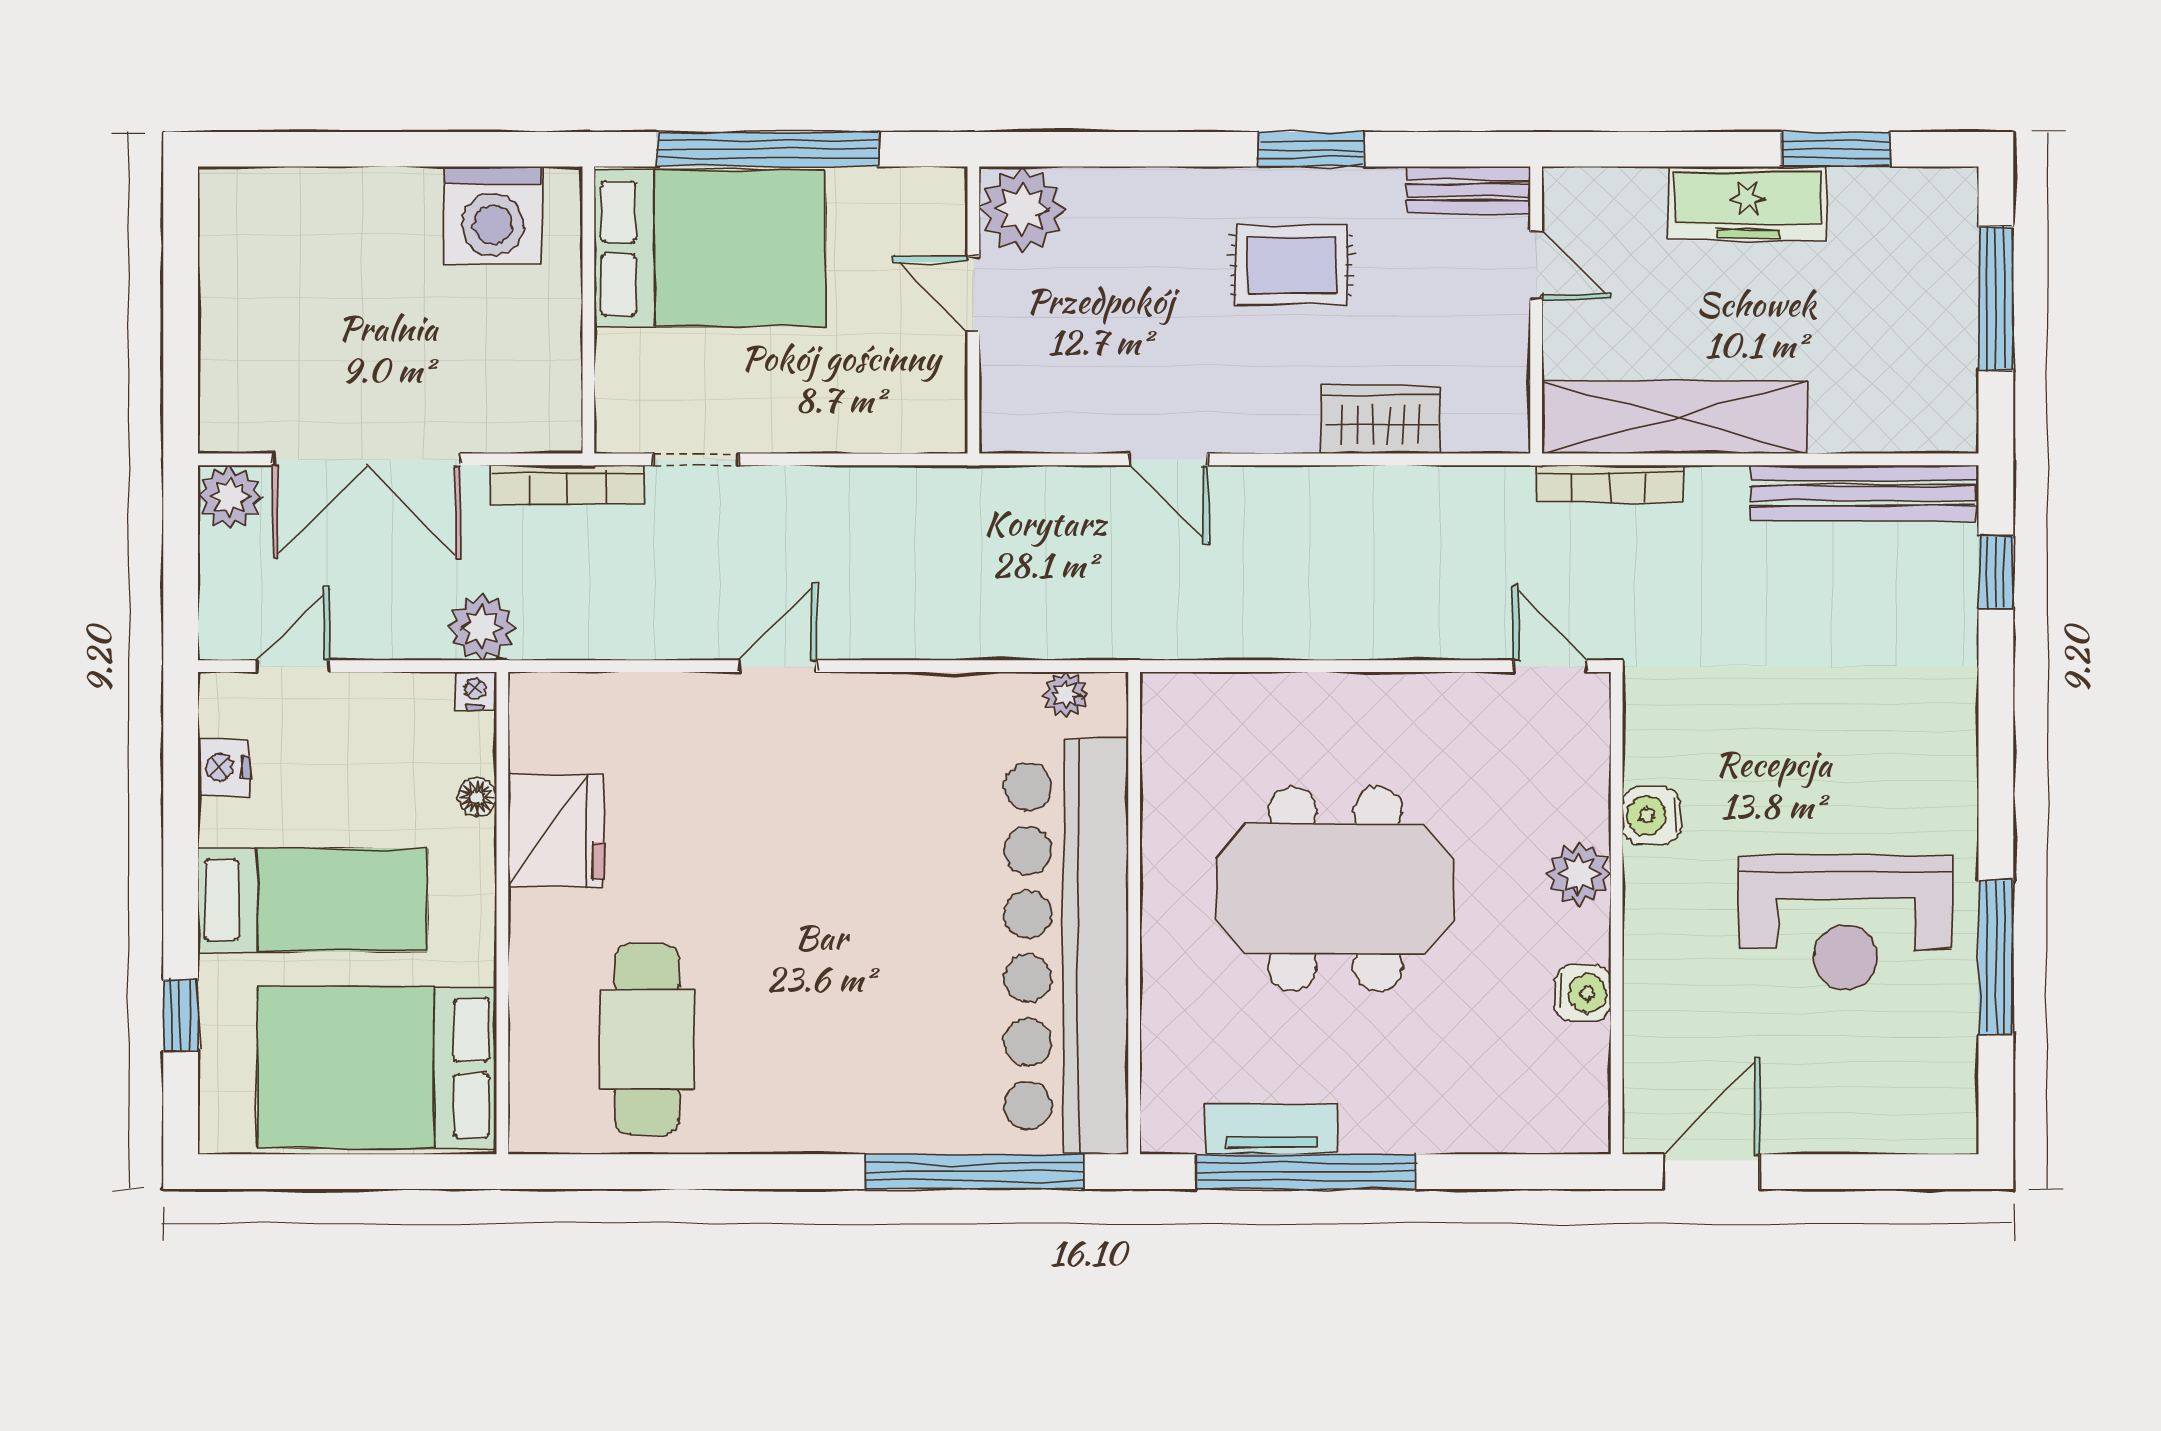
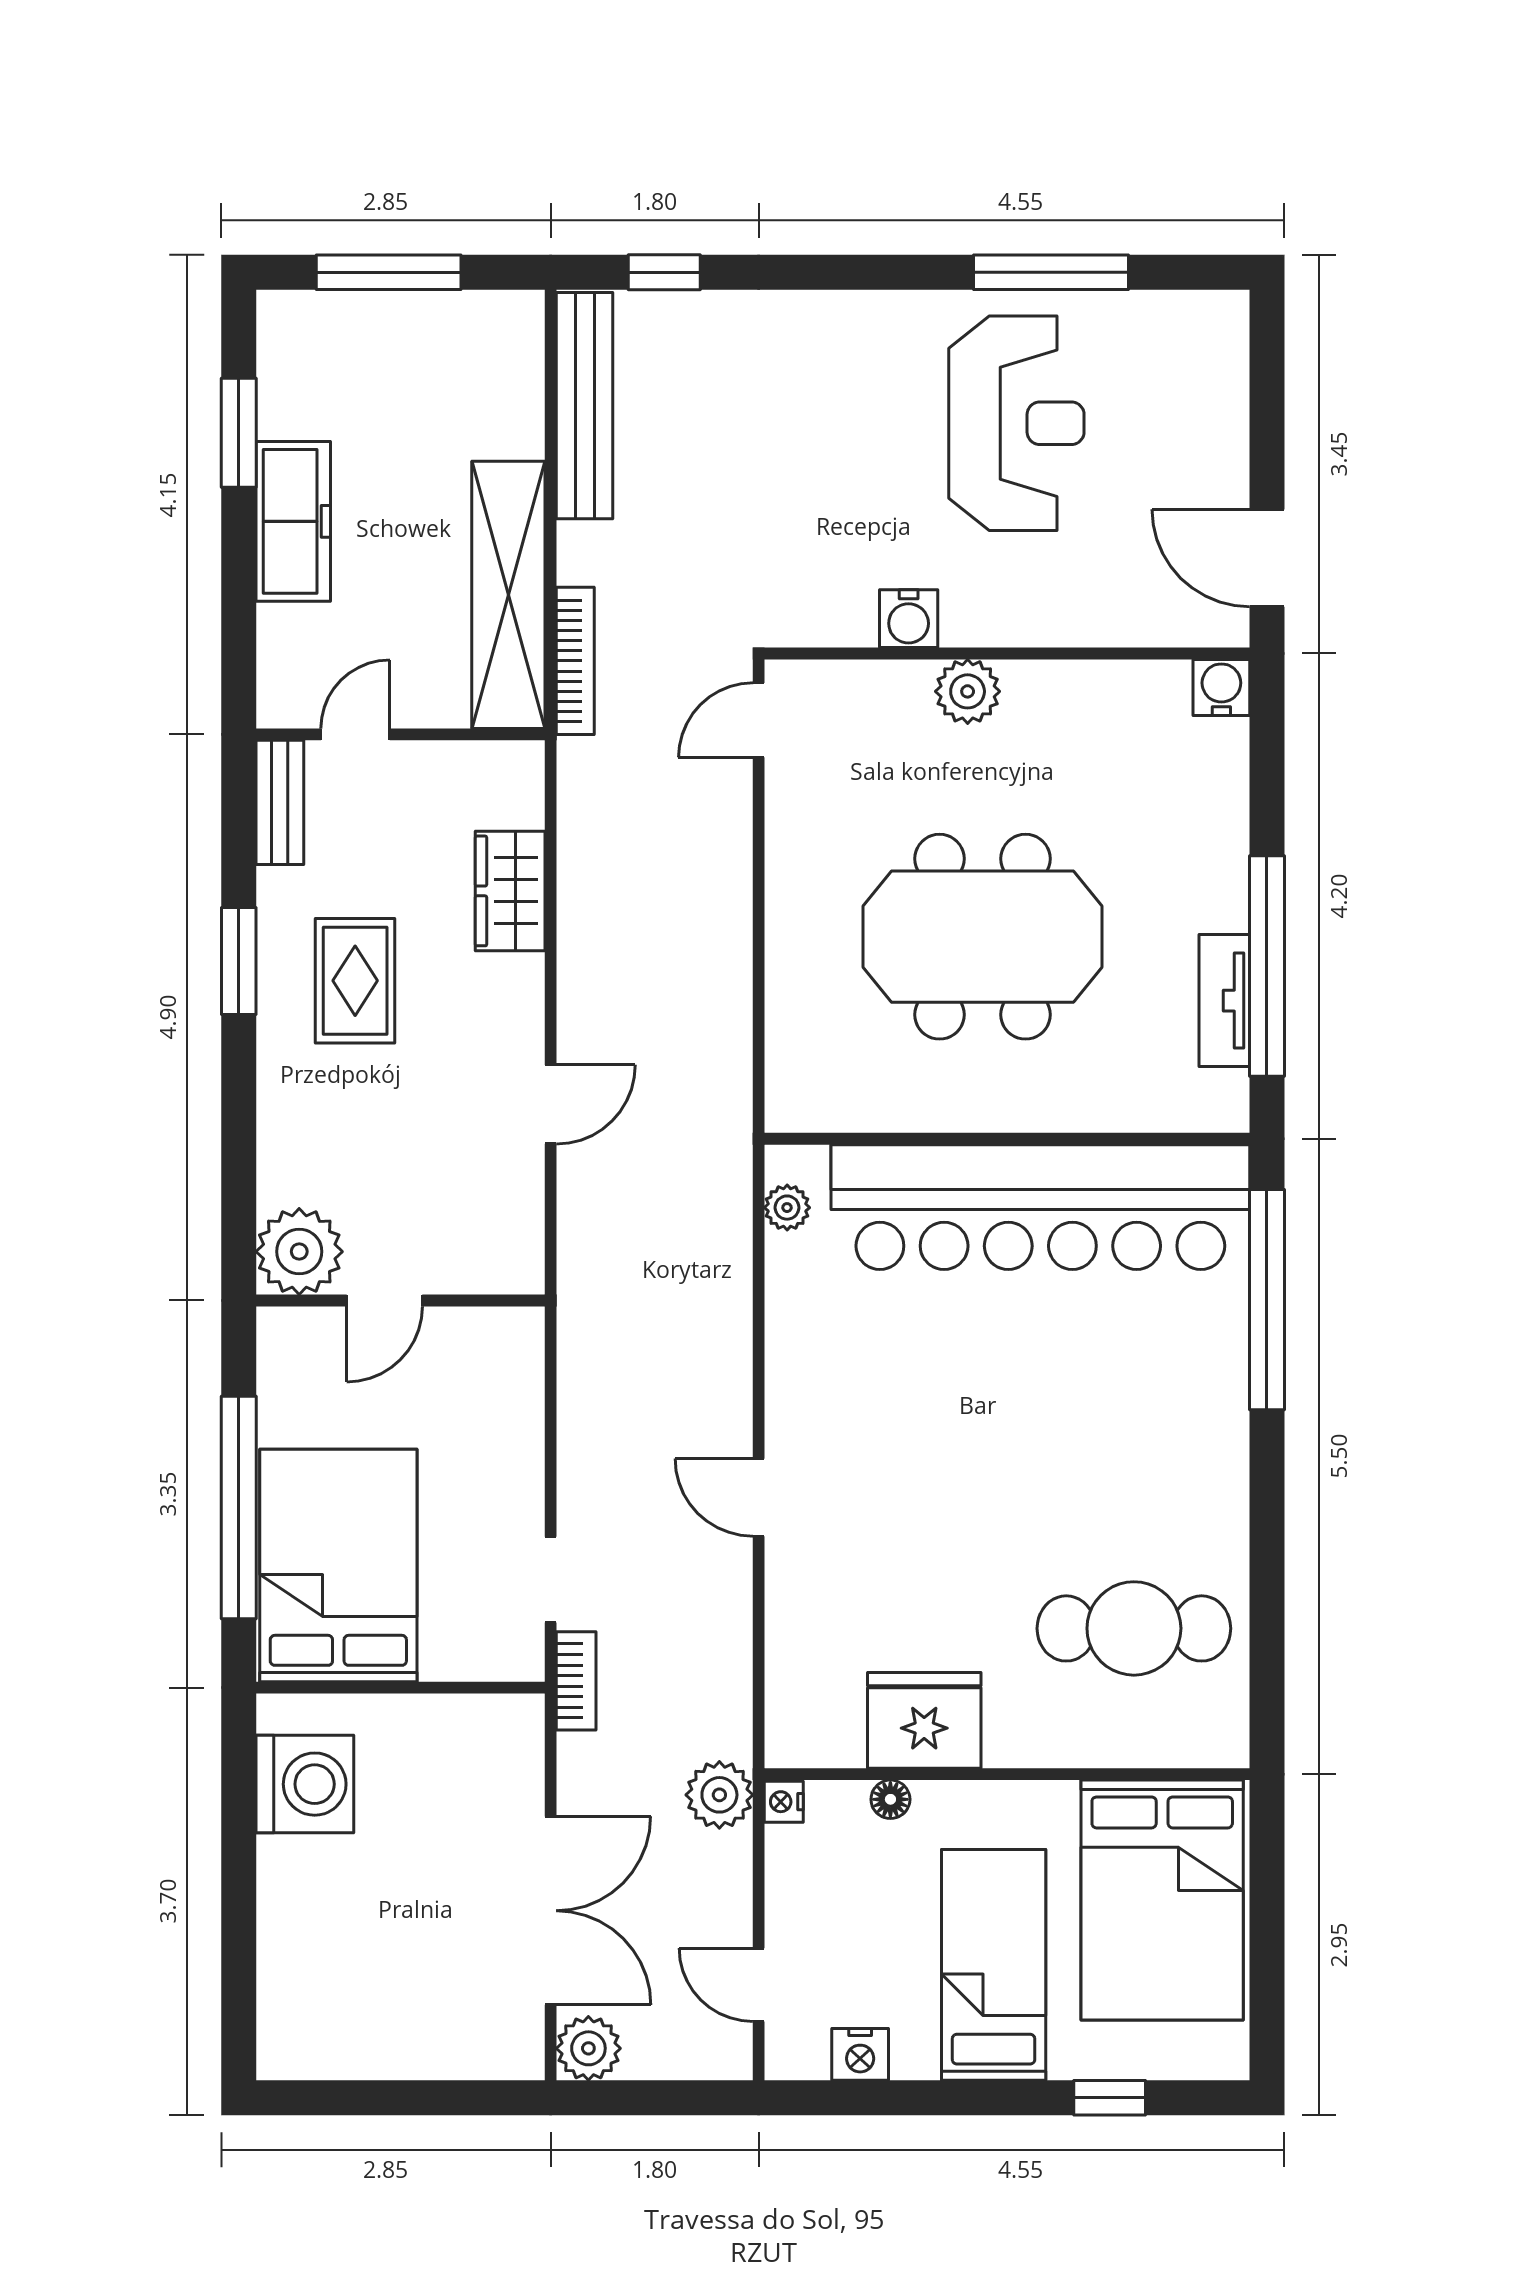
bookcase: (568, 485) -> (576, 1681), width x0.64
meeting table: (1335, 889) -> (982, 937), turned 90
water cooler: (1583, 993) -> (1221, 687), moved

